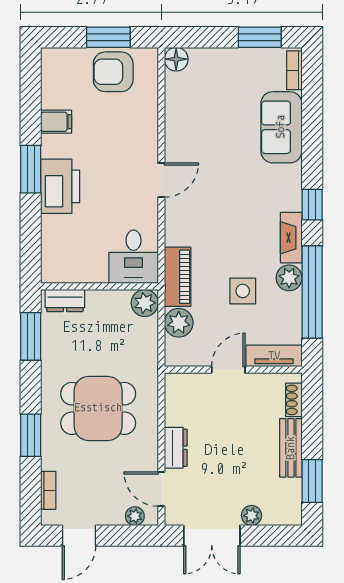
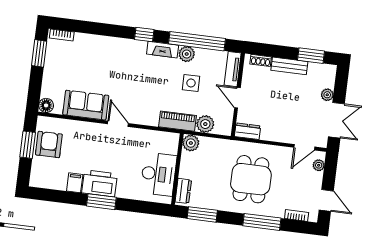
armchair: (113, 72) -> (49, 144), turned 180
sofa: (281, 127) -> (86, 105), moved, turned 180
printer: (60, 186) -> (100, 183), moved
desk: (134, 257) -> (159, 174), moved, width x1.37
window: (31, 435) -> (262, 222), width x1.44
dresser: (176, 448) -> (247, 131), moved

